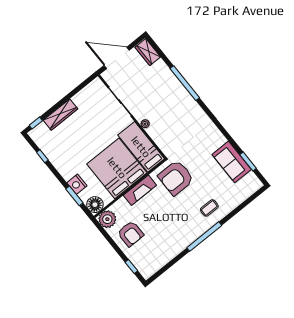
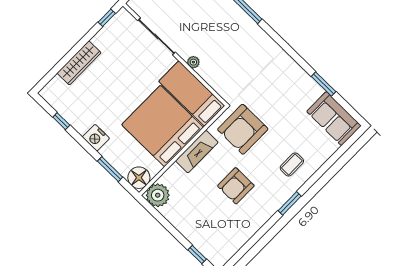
window: (36, 123) -> (107, 18), moved
sofa: (232, 162) -> (334, 119), moved
window: (248, 162) -> (324, 84), moved
nightstand: (77, 184) -> (96, 138), moved
armchair: (131, 234) -> (236, 186), moved, turned 90
window: (204, 237) -> (290, 203), width x0.47

